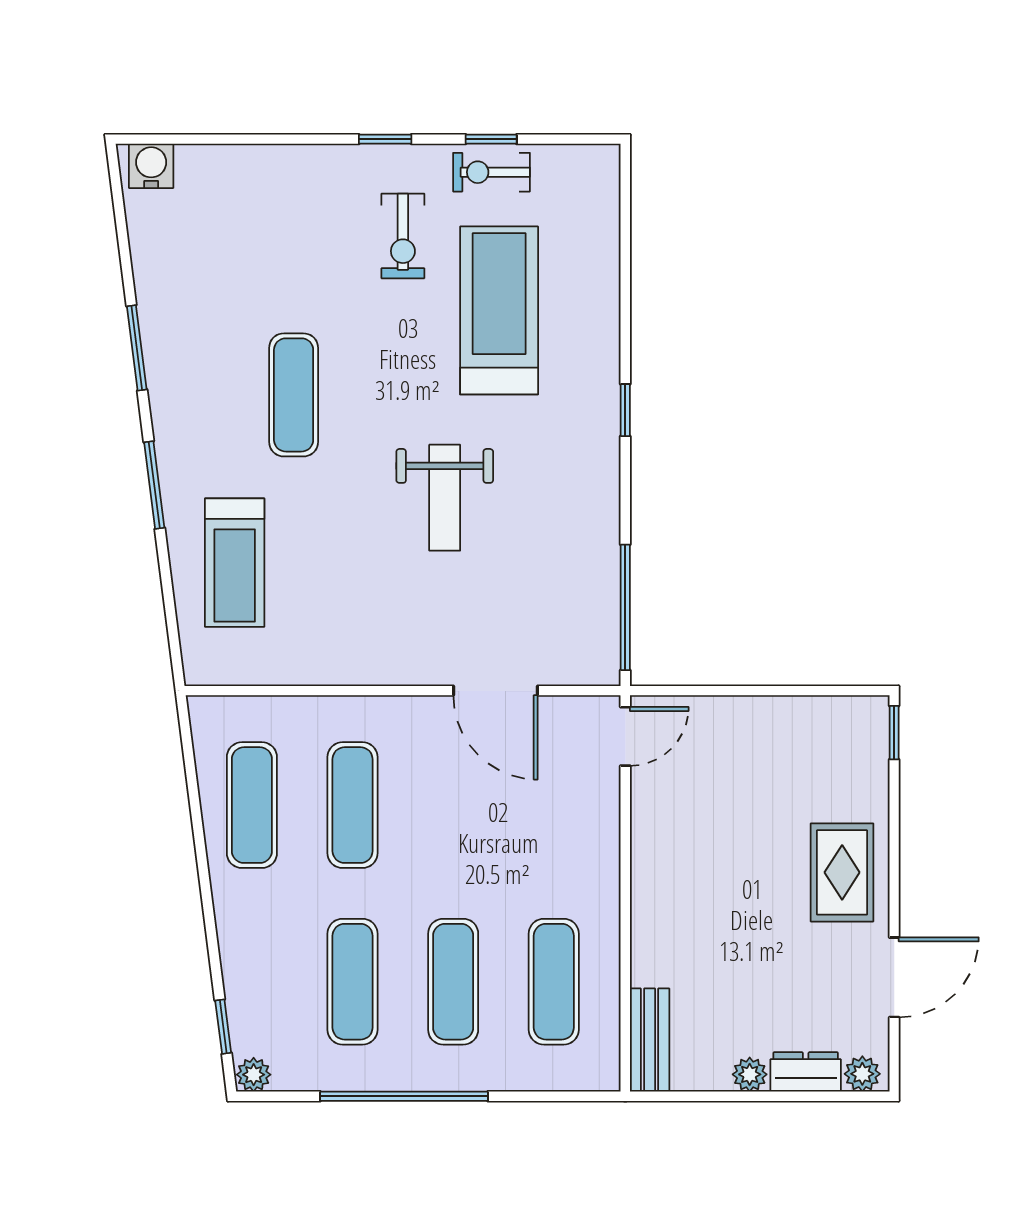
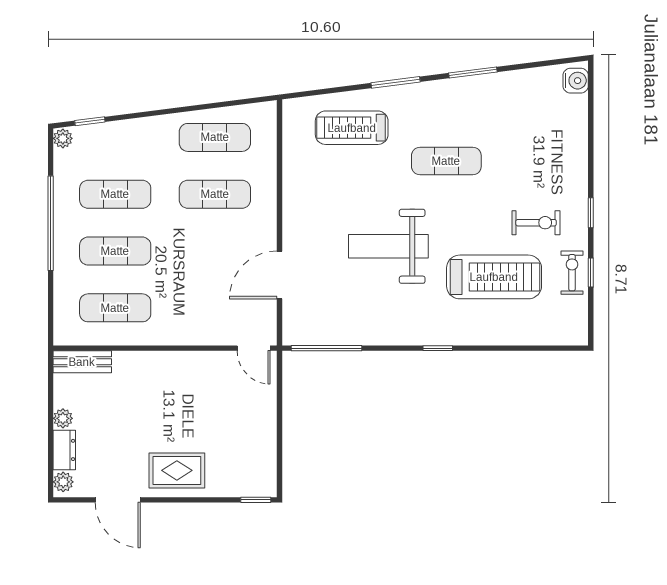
exercise bike: (403, 236) -> (536, 223), turned 180
weight bench: (445, 498) -> (388, 246), width x1.36, depth x1.33

